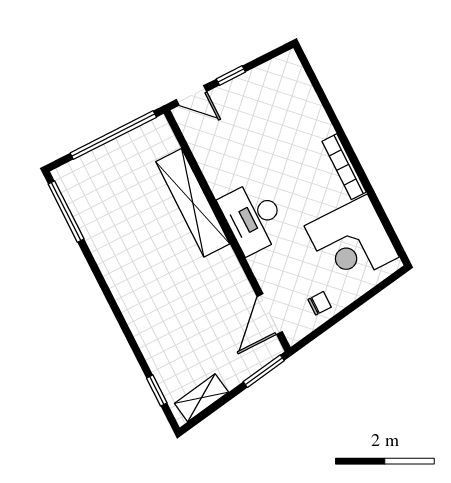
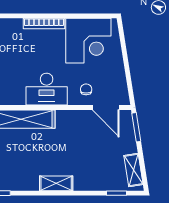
shelving: (127, 298) -> (56, 183), added
chair: (320, 303) -> (86, 89), moved

